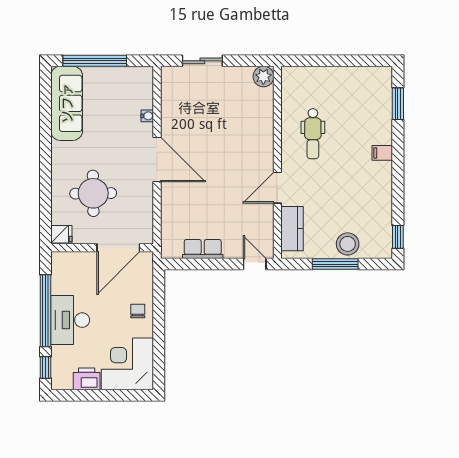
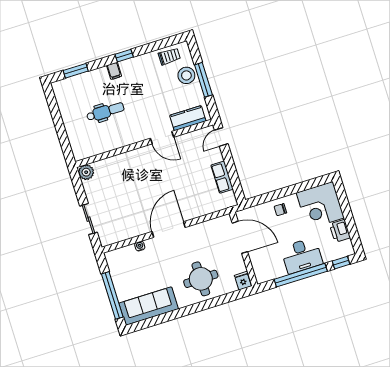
dental chair: (313, 134) -> (105, 112), moved
round table: (93, 193) -> (201, 279), moved
trolley: (379, 230) -> (169, 56), added
window: (398, 237) -> (124, 56), moved

